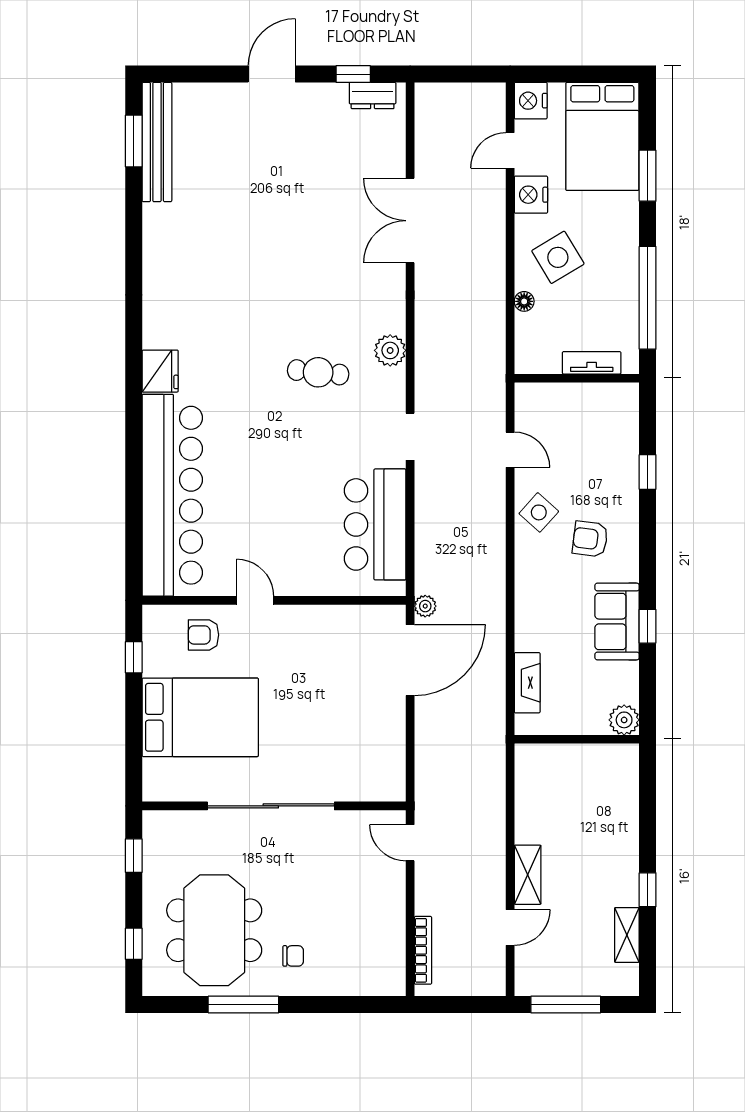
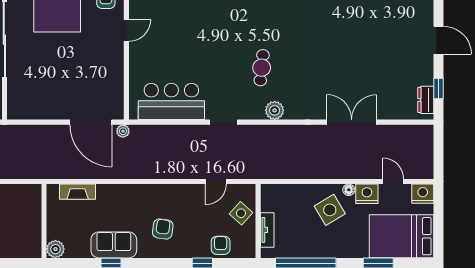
floor lamp: (524, 301) -> (349, 190), moved
armchair: (618, 441) -> (221, 245), added
side table: (539, 512) -> (241, 213), moved

